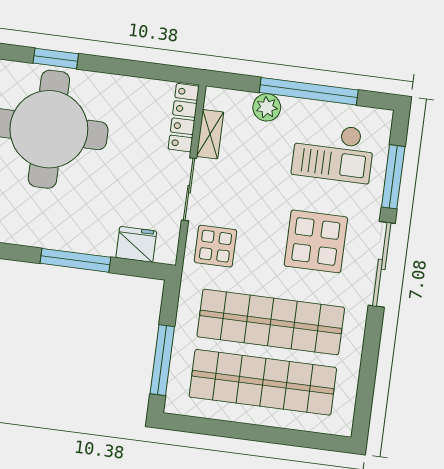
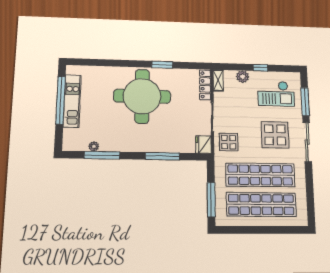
window: (56, 58) -> (162, 65), moved
window: (309, 91) -> (260, 68), width x0.32
shelving: (210, 134) -> (218, 80), moved
fridge: (136, 244) -> (203, 144), moved, turned -90

